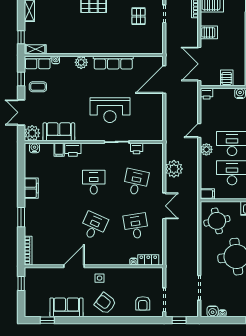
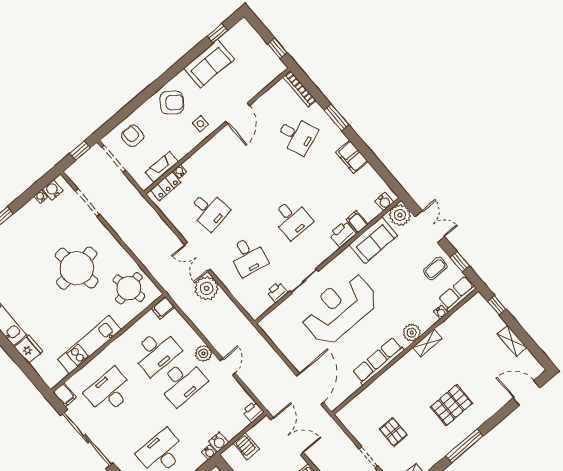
shelving: (36, 49) -> (427, 343), moved
reception desk: (110, 110) -> (339, 308), width x1.36, depth x1.30
plant: (174, 169) -> (207, 288), moved
desk: (94, 226) -> (297, 135), moved, turned -45
fireplace: (141, 272) -> (162, 167), added

